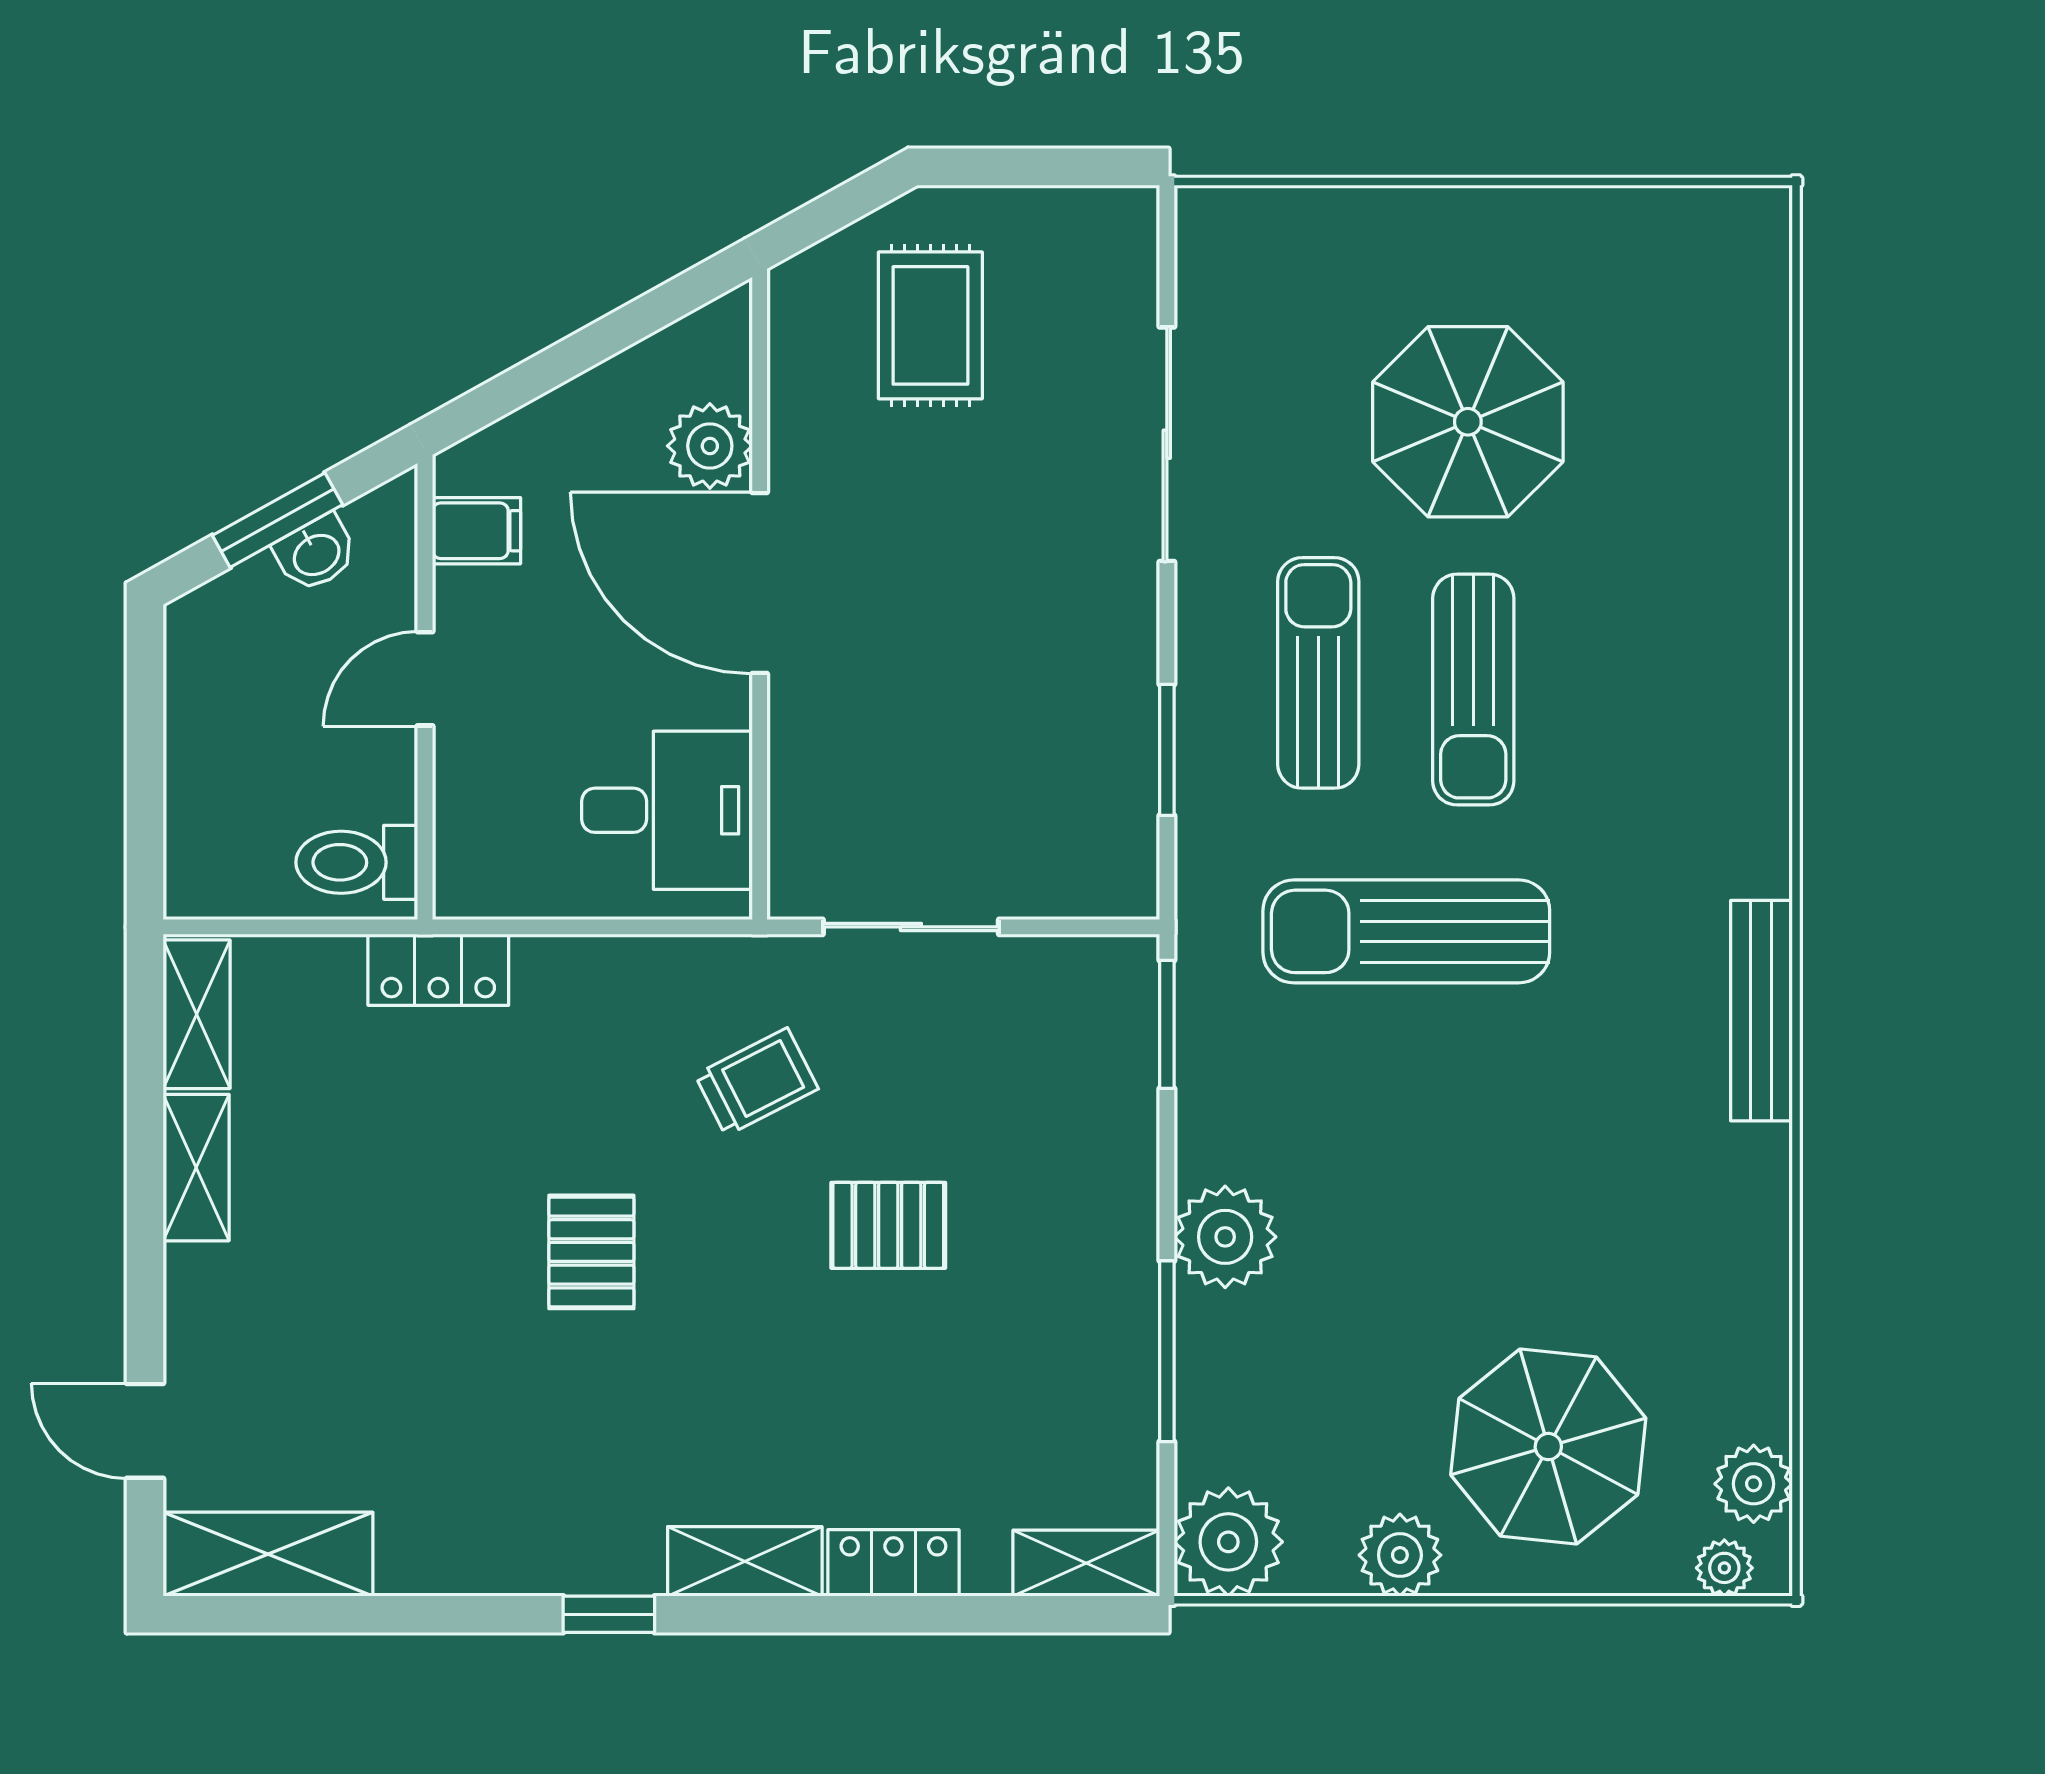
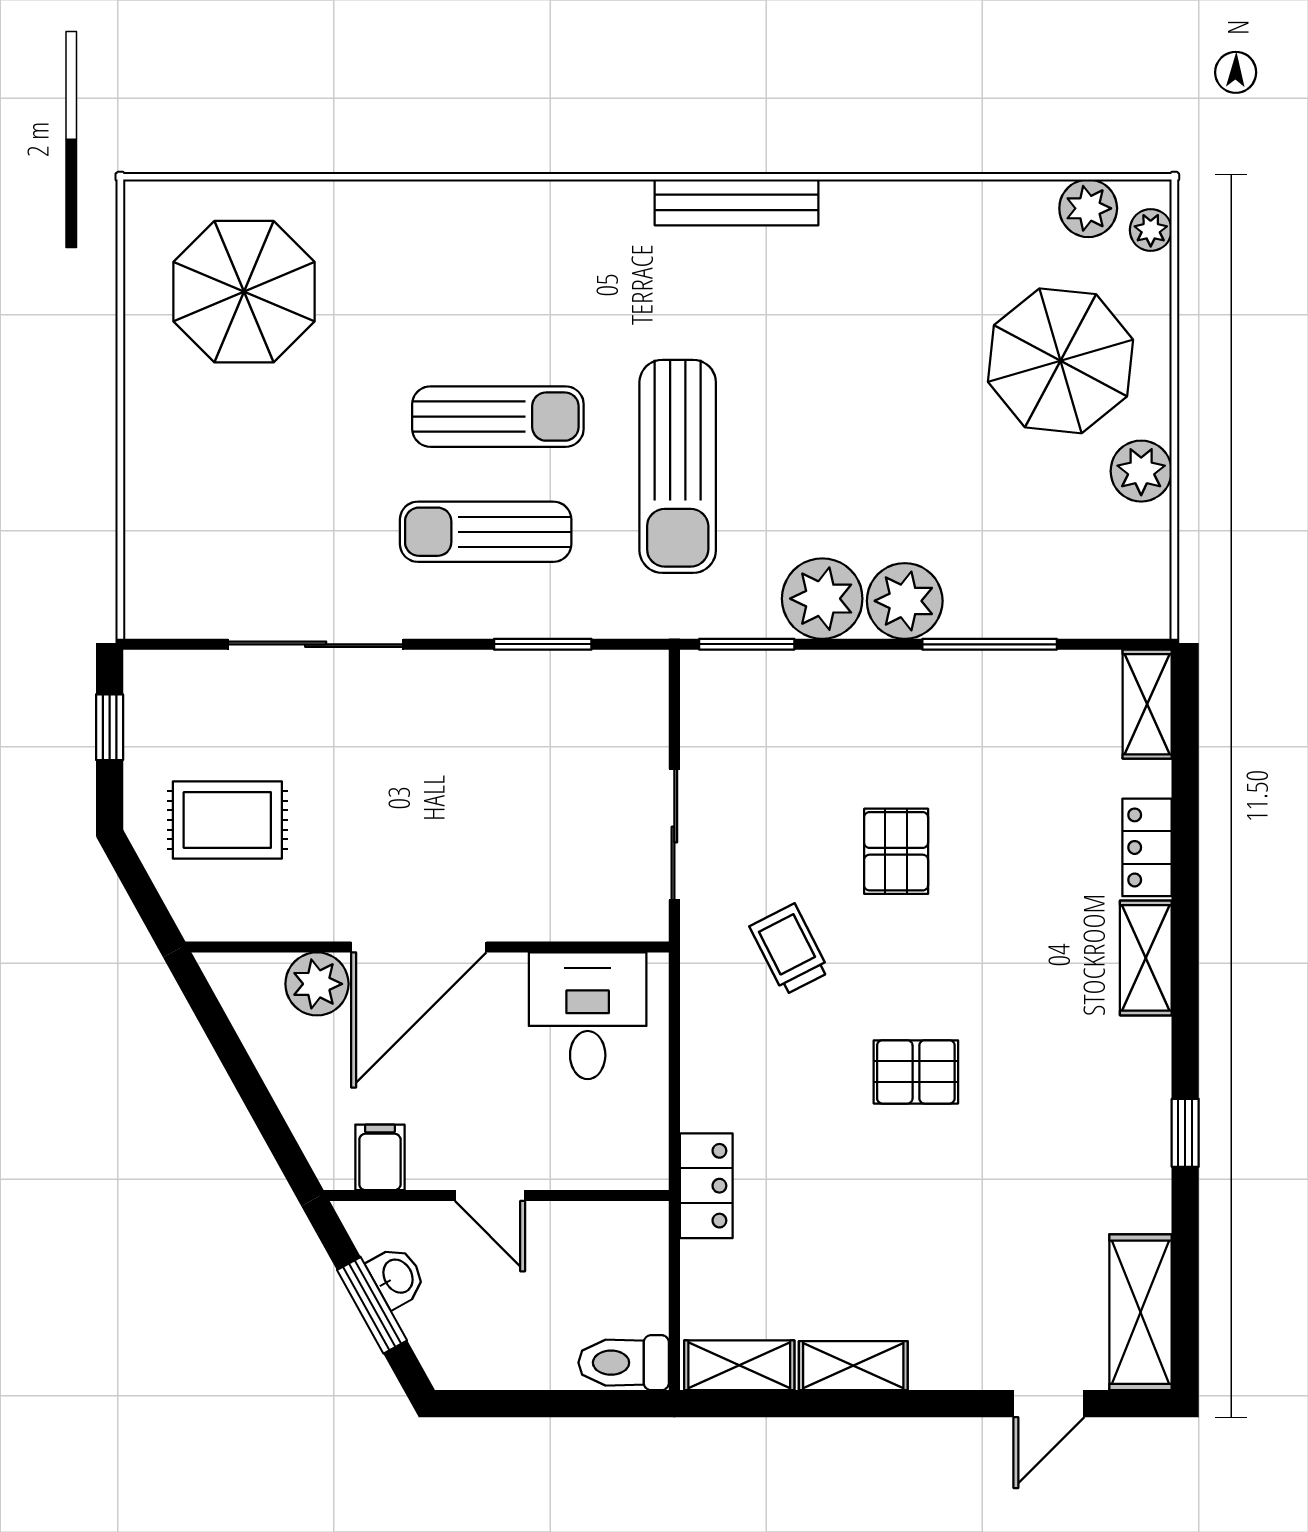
window: (1055, 167) -> (110, 727), added
parasol: (1468, 422) -> (244, 292), moved
toilet: (357, 862) -> (624, 1363), moved, turned 90
plant: (1228, 1542) -> (822, 599), moved
window: (609, 1614) -> (1185, 1133), moved

